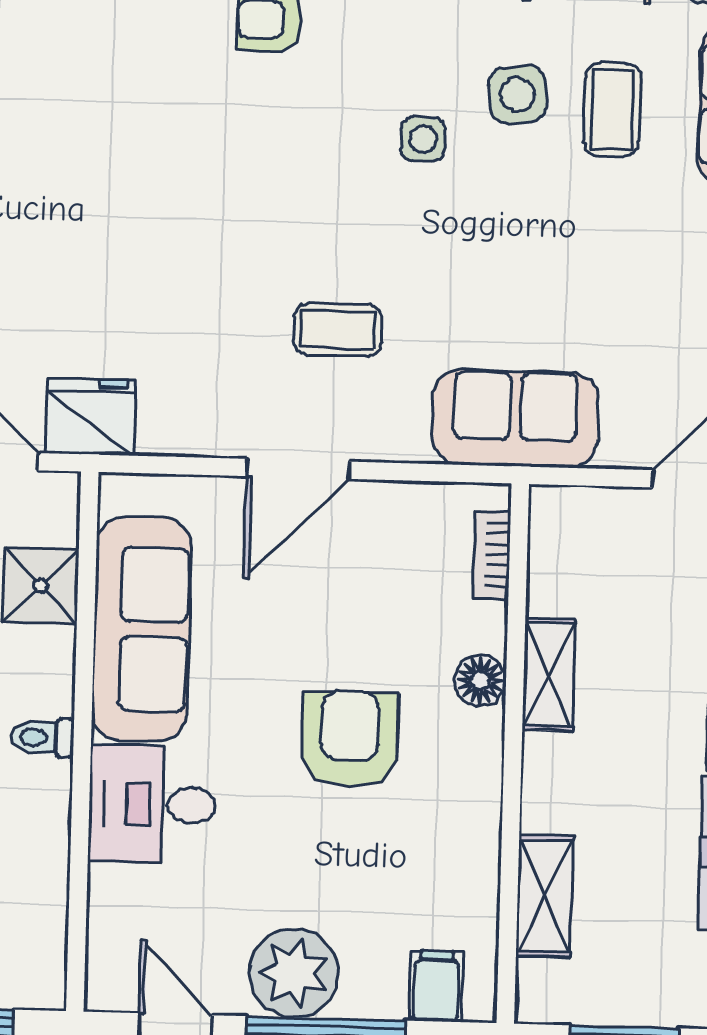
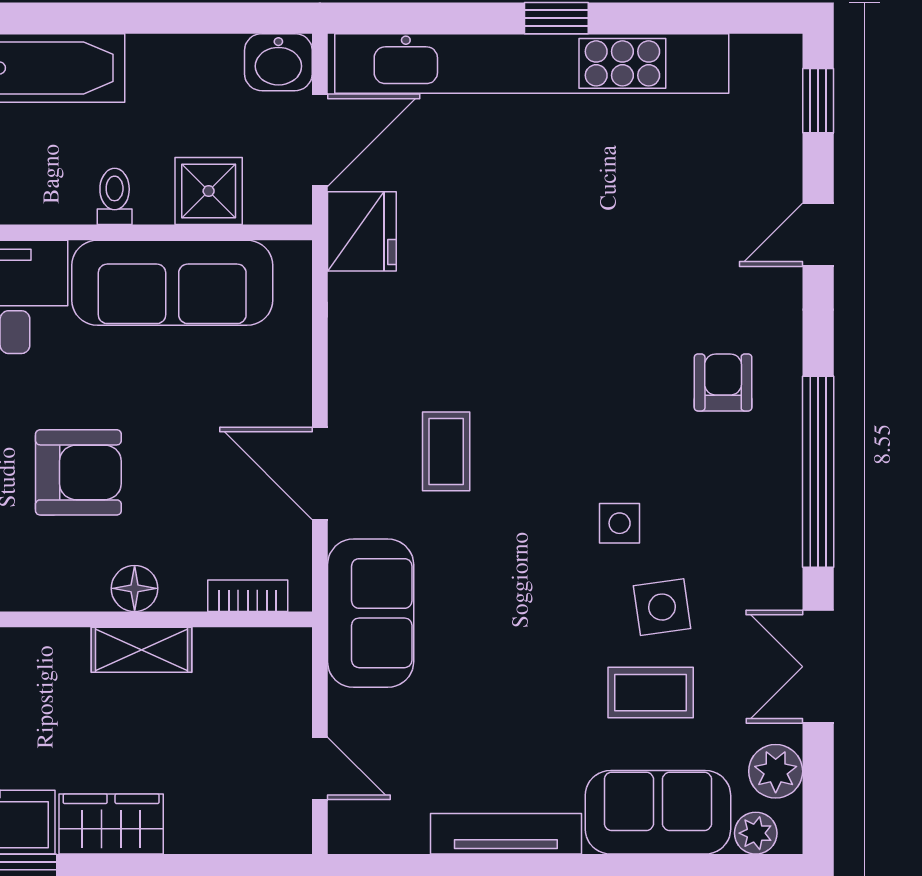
door: (298, 469) -> (320, 473), moved
toilet: (42, 738) -> (115, 196), moved

